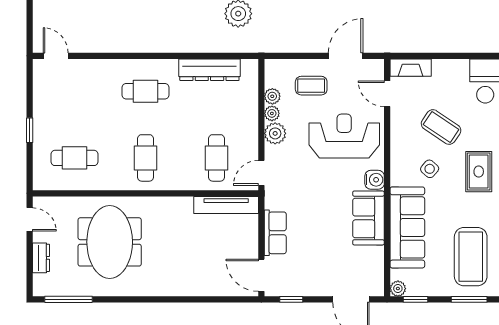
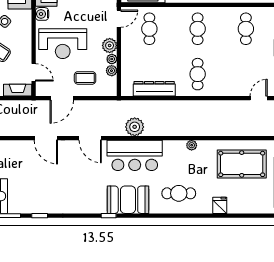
door: (56, 56) -> (259, 98), swing flipped
cafe table: (145, 91) -> (198, 74), turned 90
cafe table: (74, 158) -> (246, 29), turned 90

